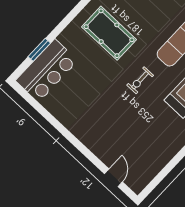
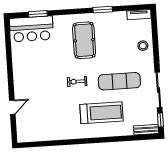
door: (113, 178) -> (12, 107), moved

